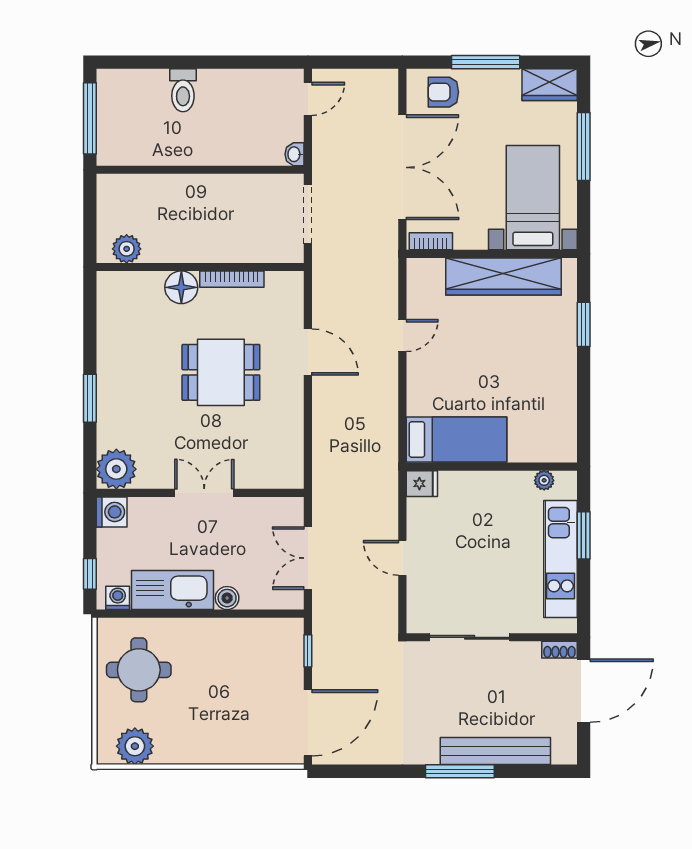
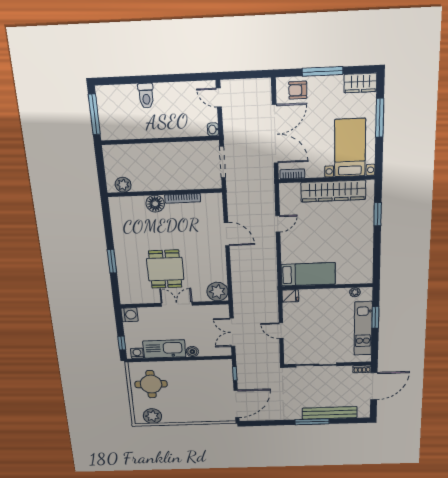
door: (308, 99) -> (219, 98), swing flipped
dining table: (221, 372) -> (165, 269), moved, turned 90
plant: (116, 469) -> (217, 292), moved

